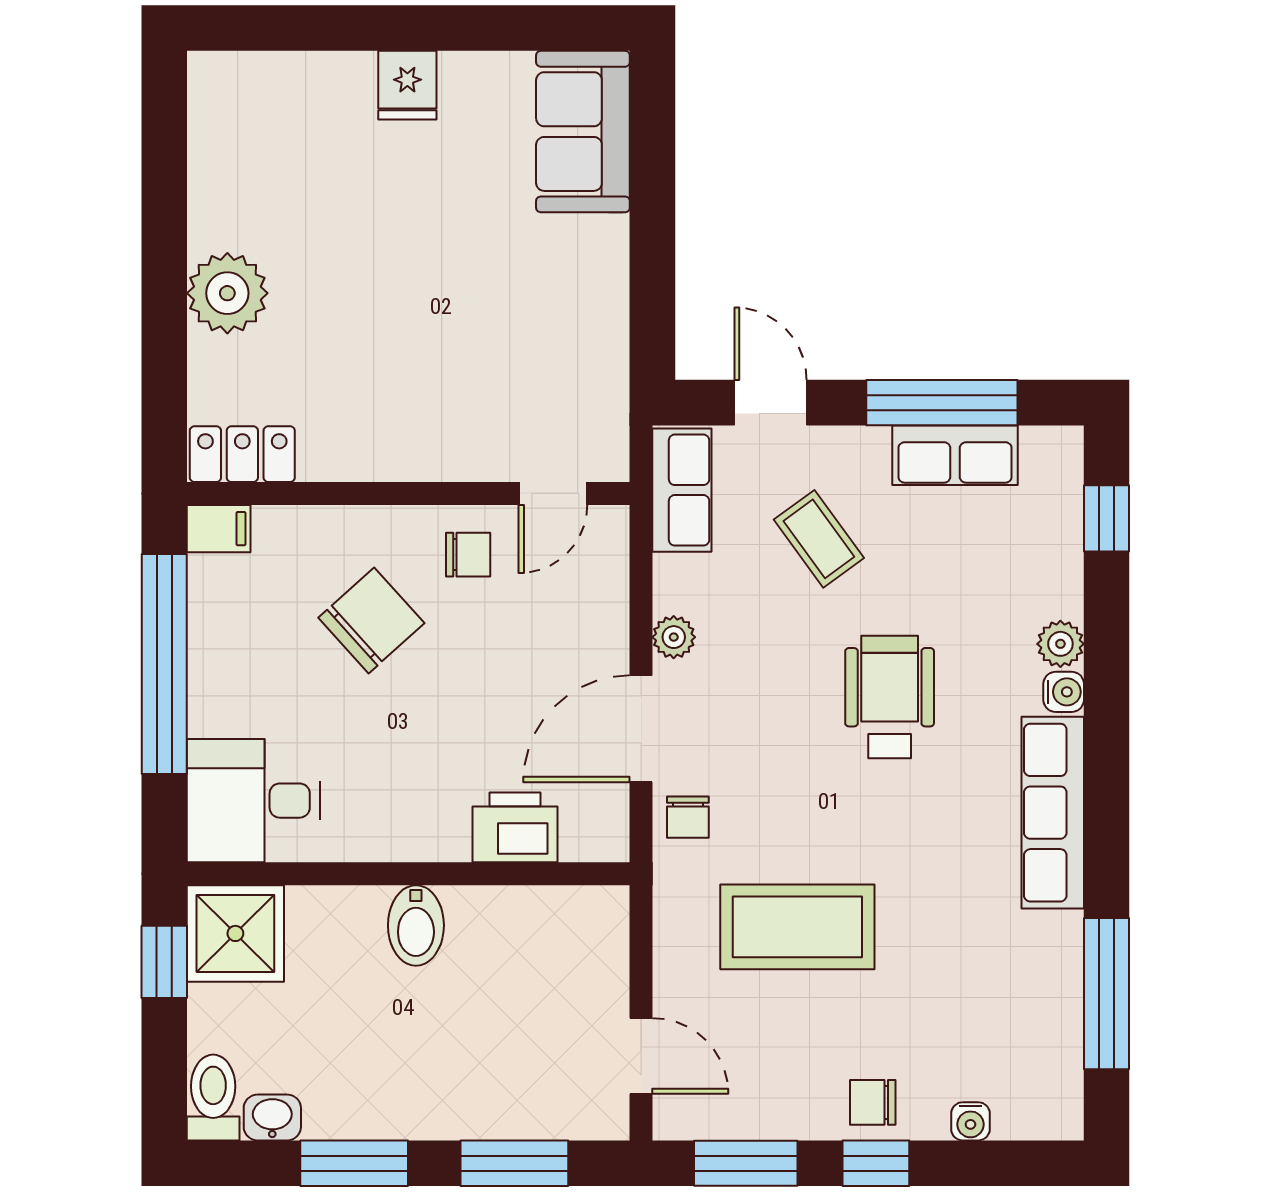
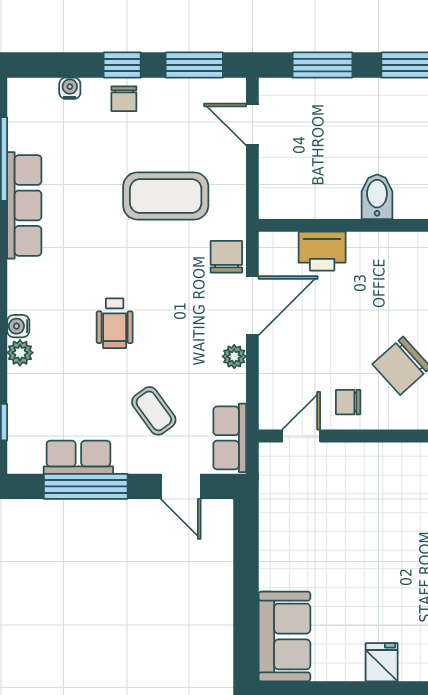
wheelchair: (890, 697) -> (115, 323), width x0.73, depth x0.73
row of seats: (1053, 813) -> (24, 205), moved
chair: (688, 817) -> (226, 257), width x1.37, depth x1.37
chair: (873, 1102) -> (124, 99), turned 90

